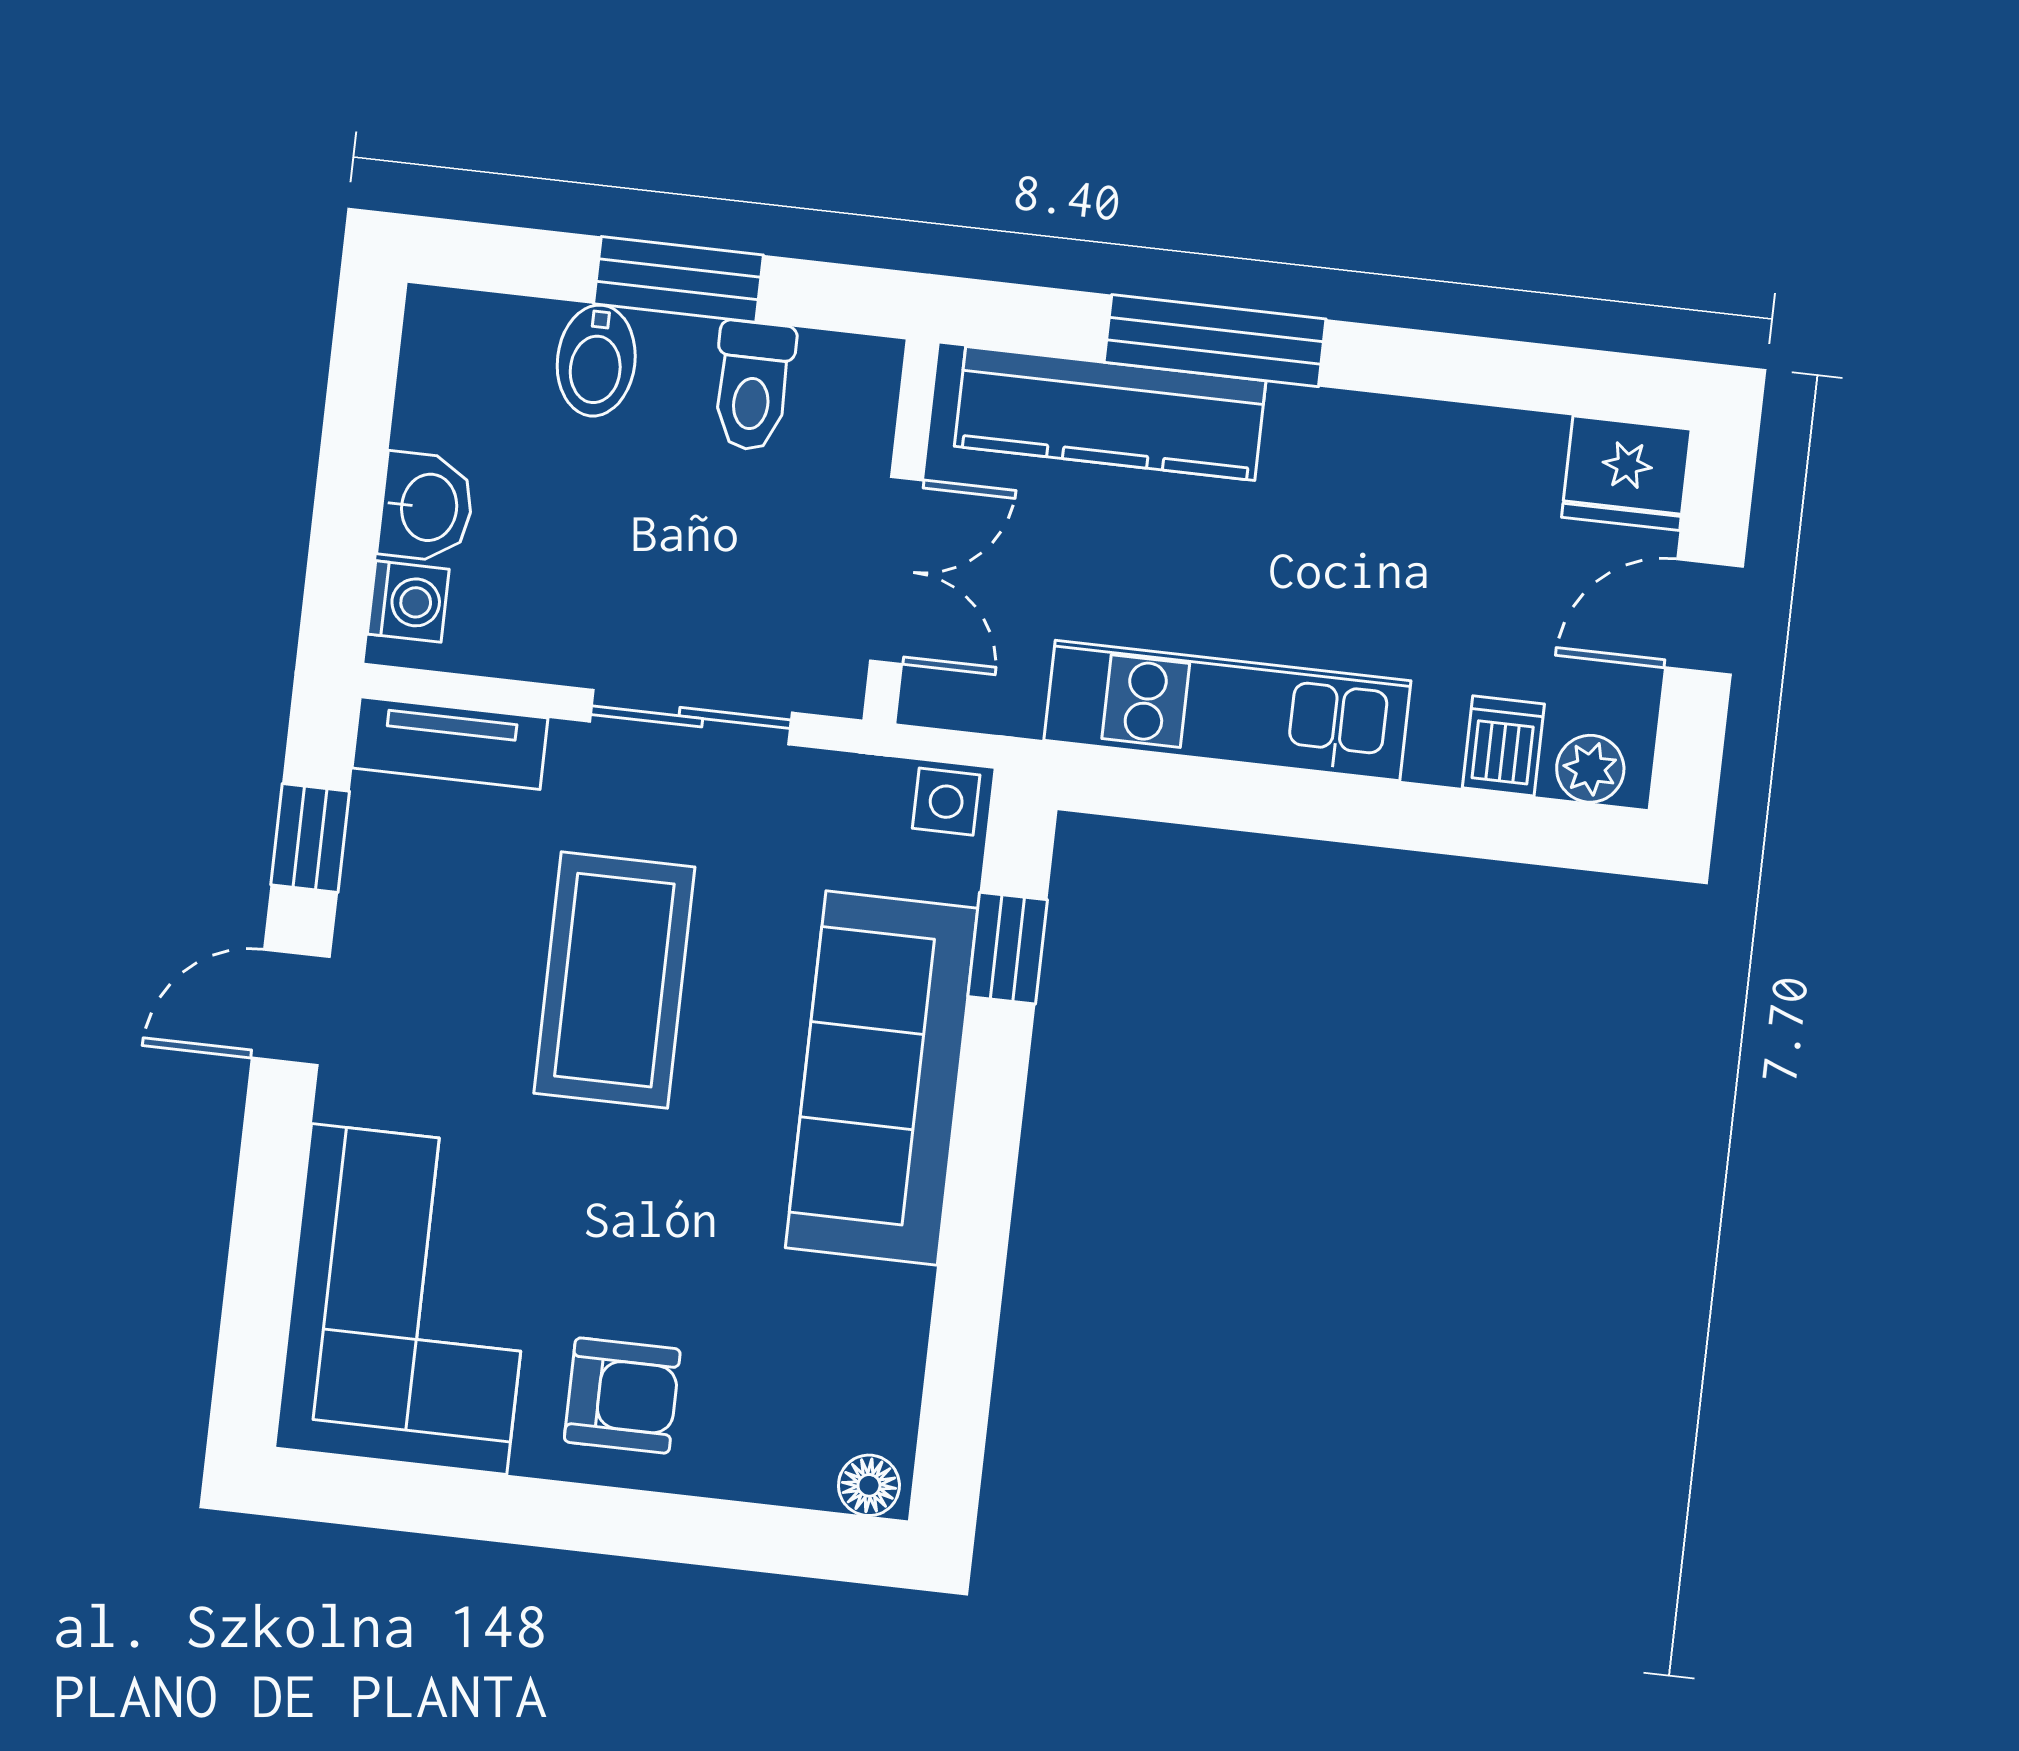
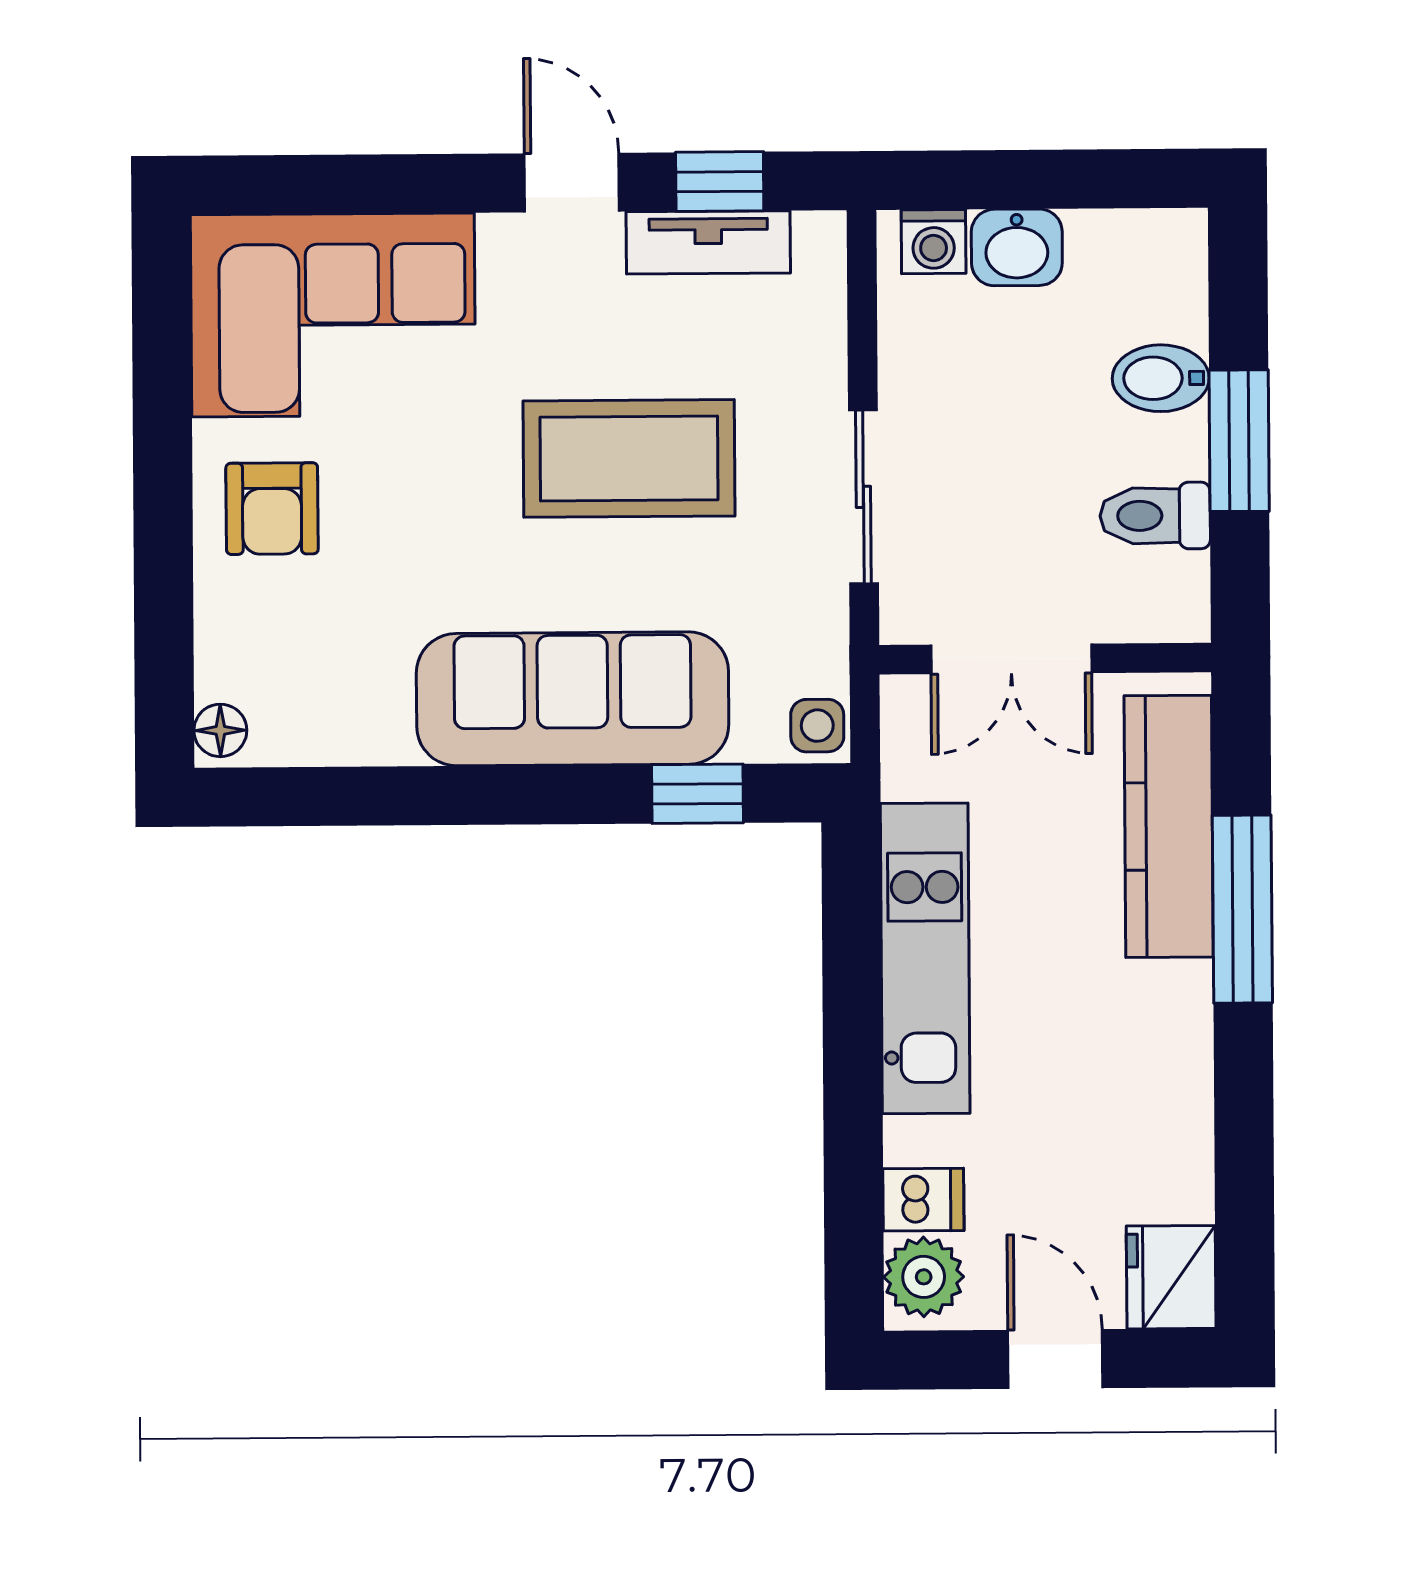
tv unit: (450, 743) -> (708, 242), moved, turned -90
plant: (1590, 769) -> (924, 1277), width x1.38, depth x1.38

